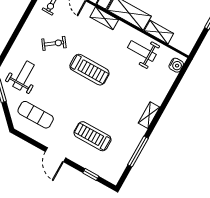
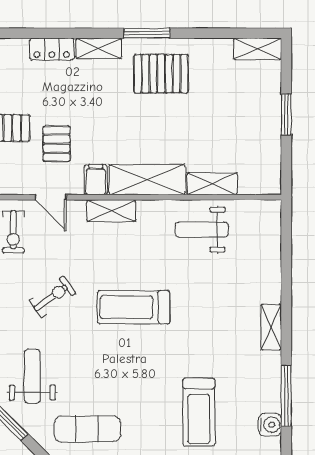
water cooler: (176, 65) -> (270, 425), moved
treadmill: (89, 70) -> (134, 307), turned 180
treadmill: (92, 136) -> (199, 412), turned -90

